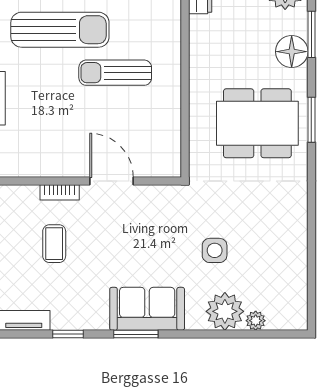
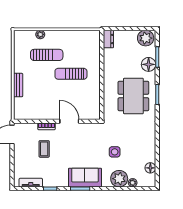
sun lounger: (60, 30) -> (47, 55), width x0.73, depth x0.75
dining table: (257, 123) -> (133, 96), turned 90
floor lamp: (296, 287) -> (150, 168), added

